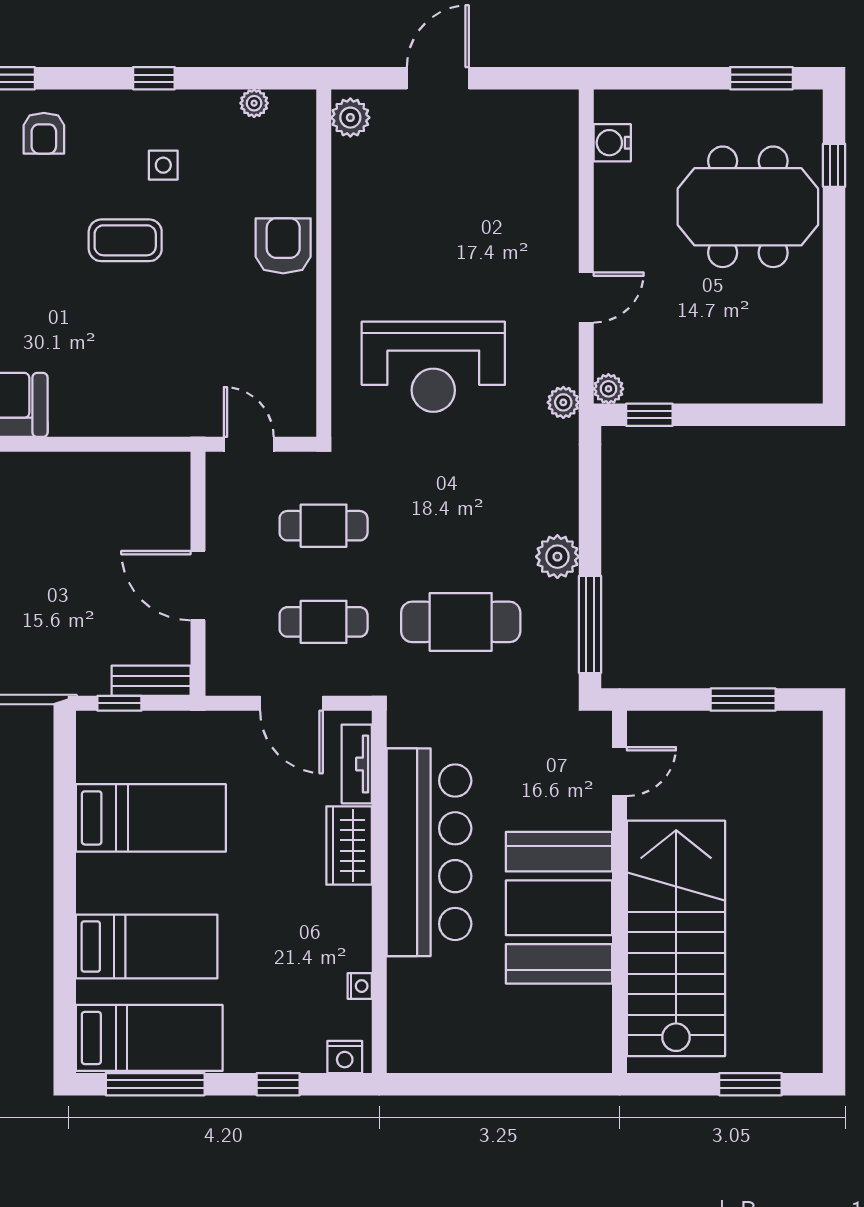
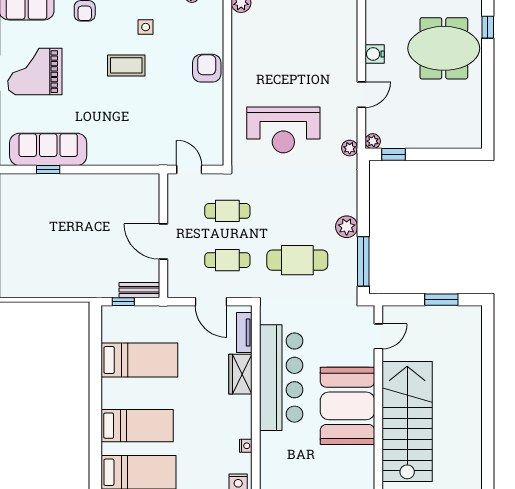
water cooler: (612, 143) -> (375, 54), moved

